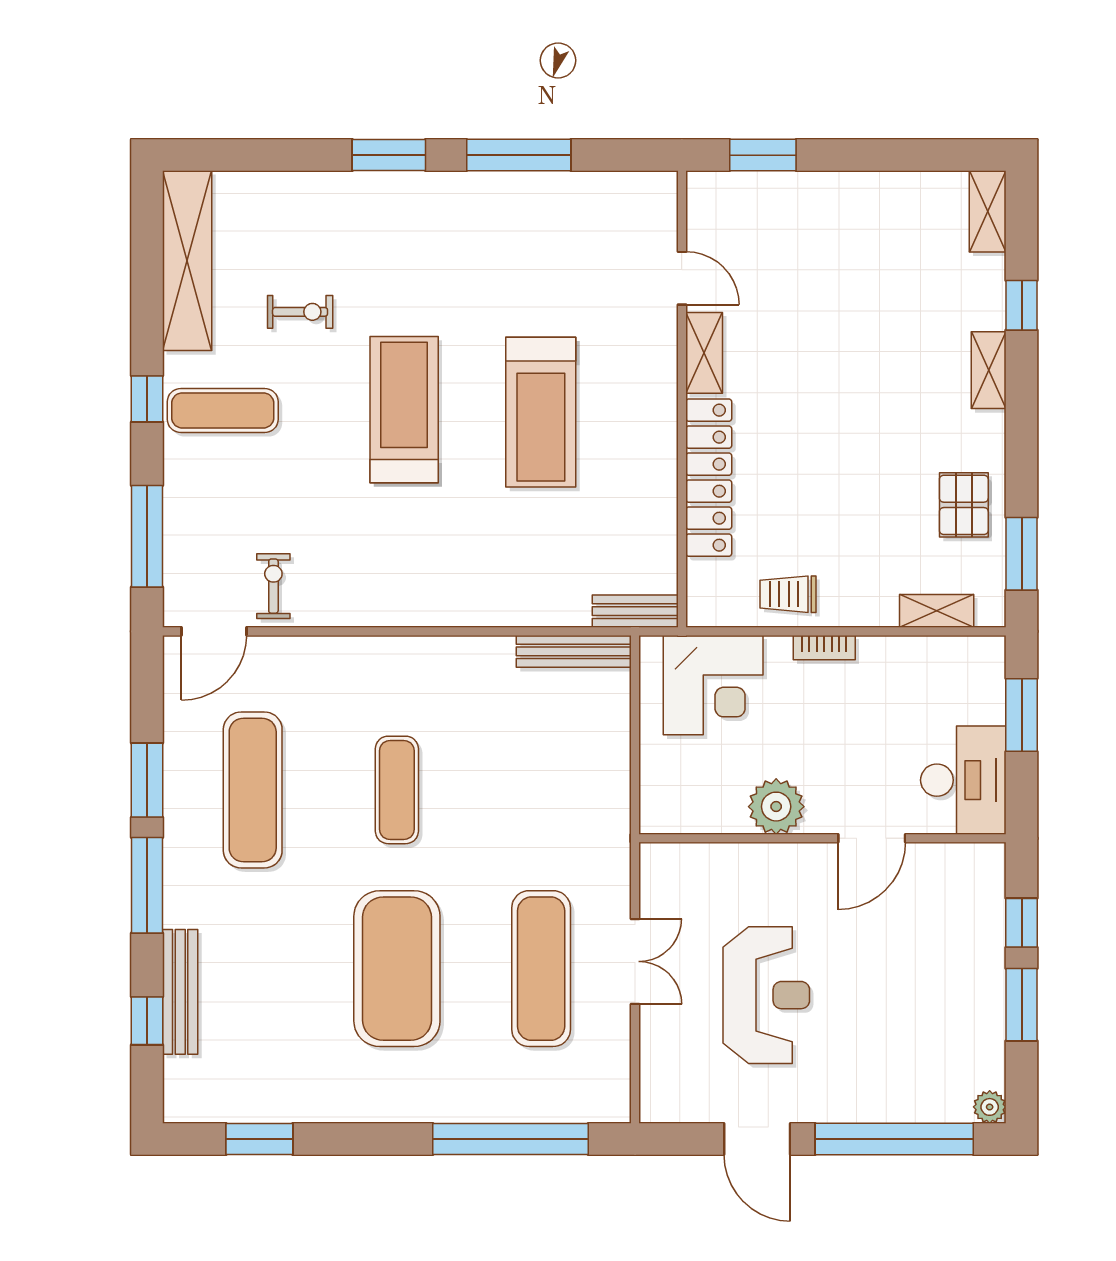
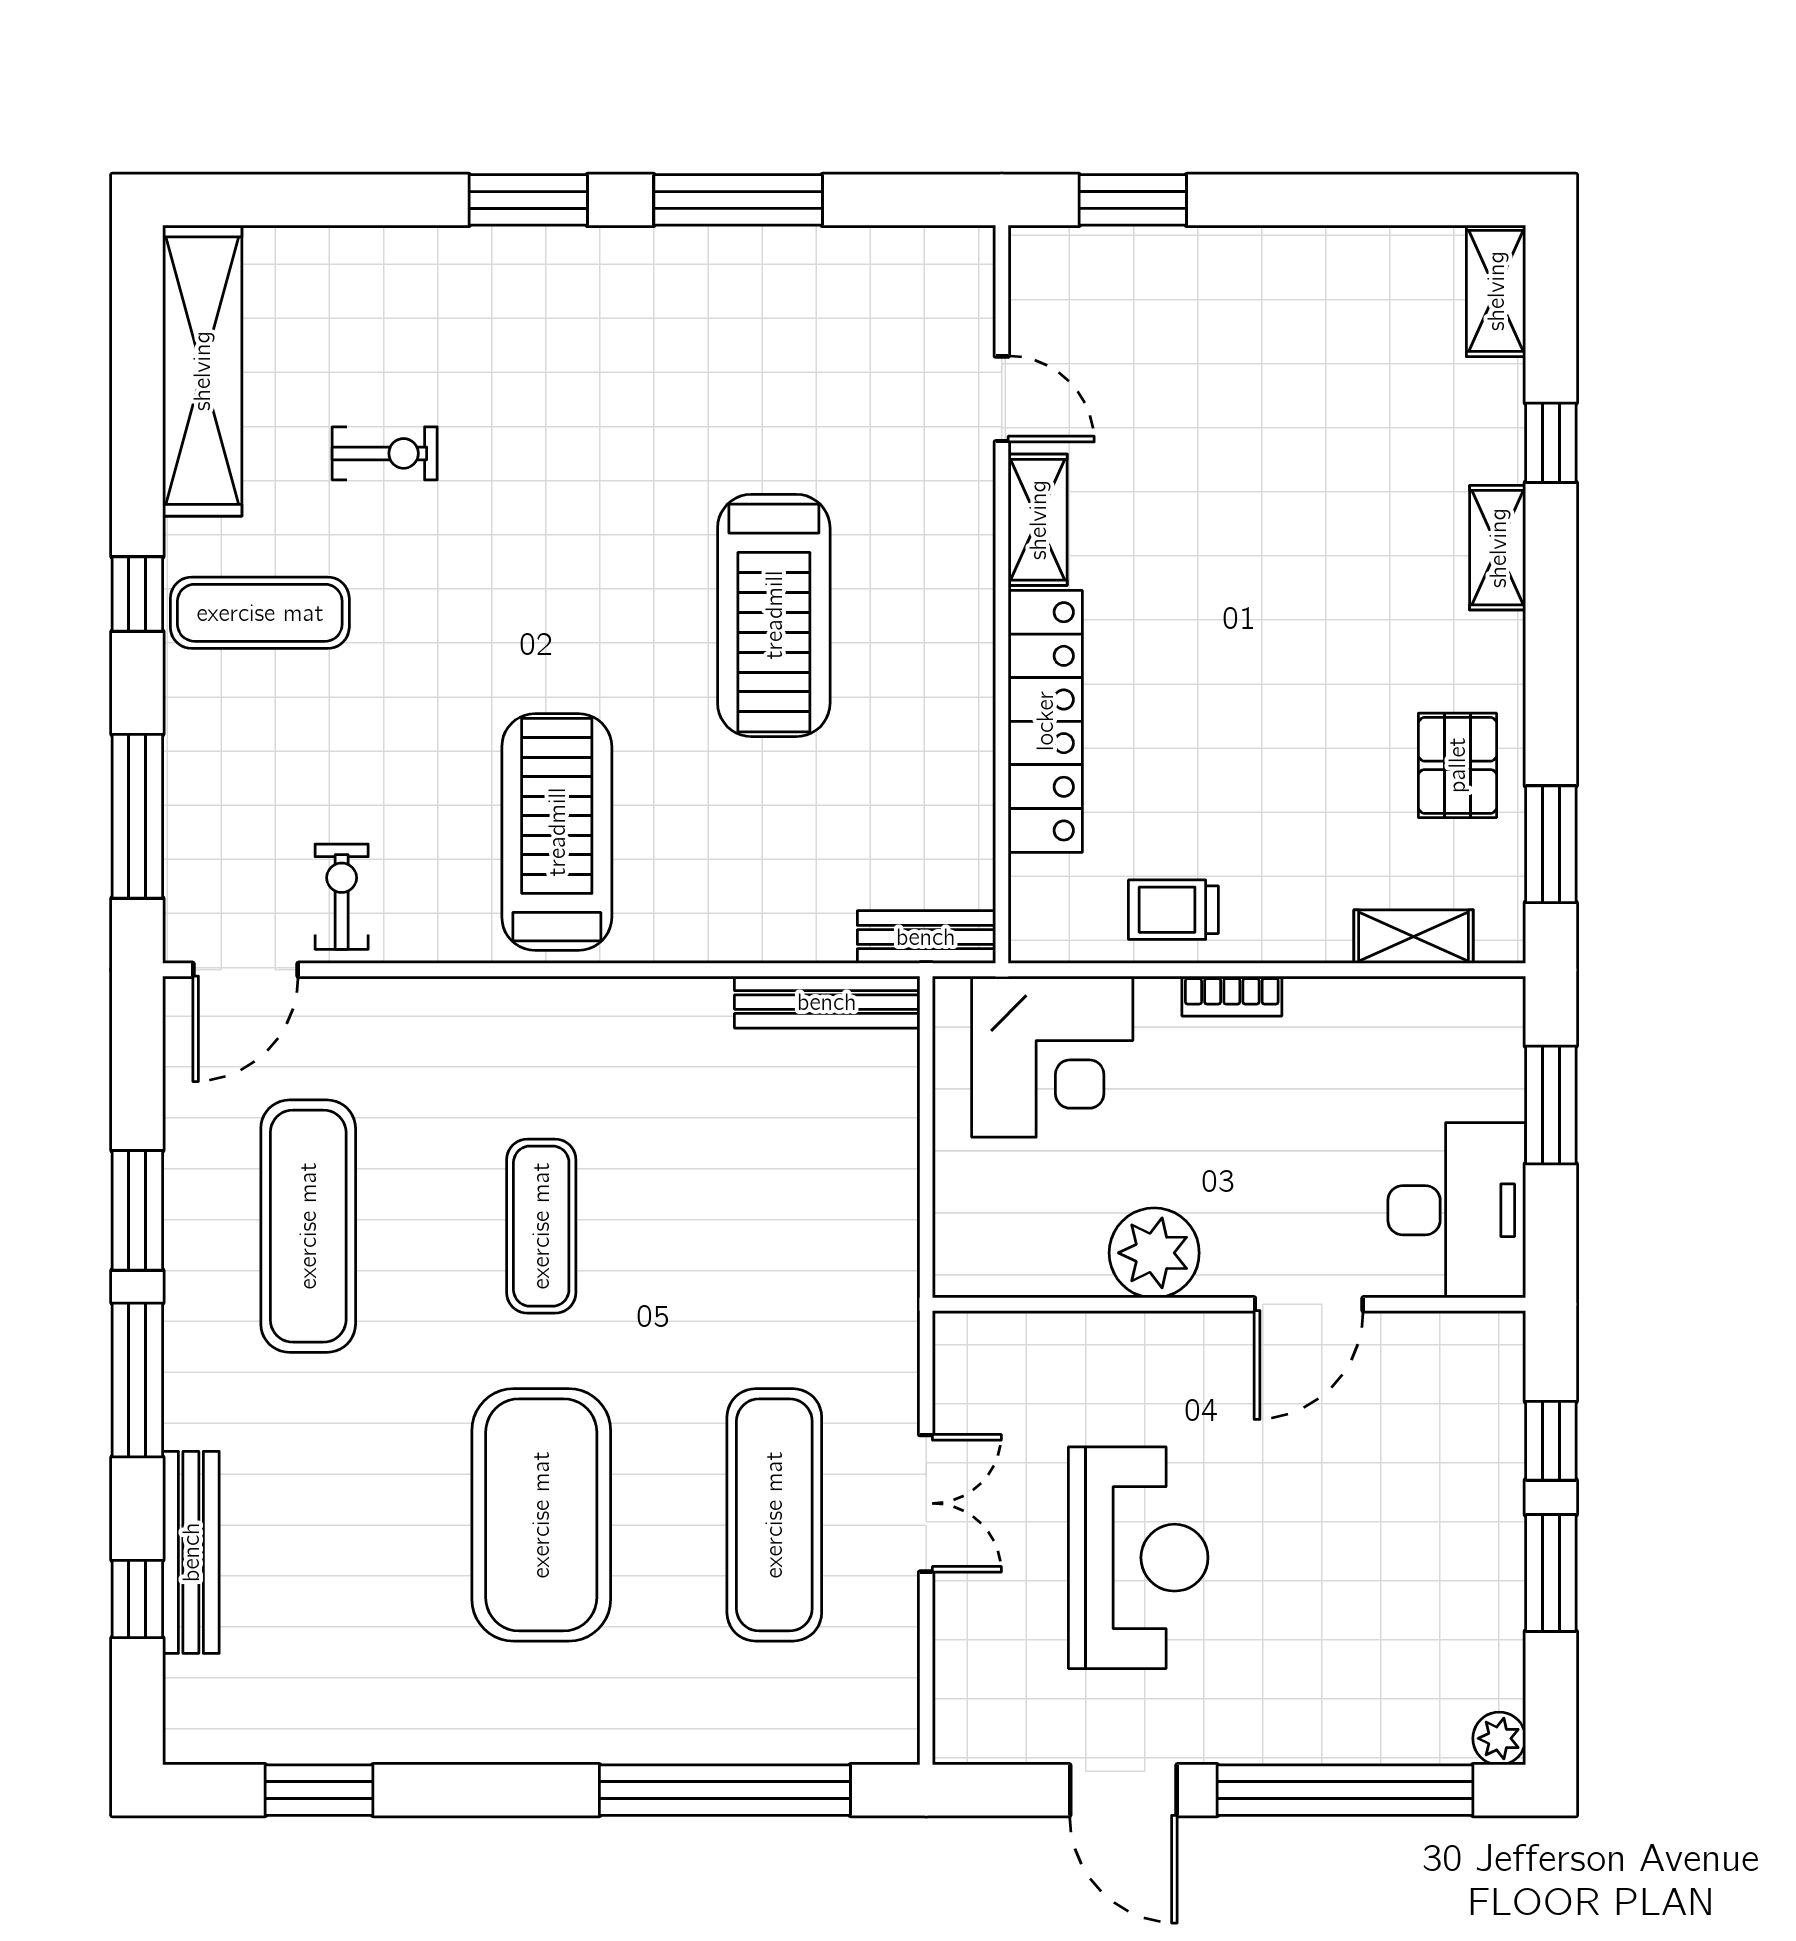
treadmill: (404, 410) -> (557, 832), moved

